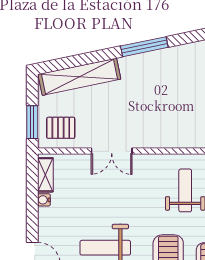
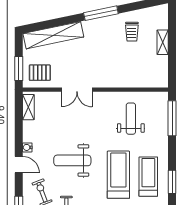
trolley: (187, 72) -> (132, 32), added
water cooler: (44, 200) -> (27, 147), moved

